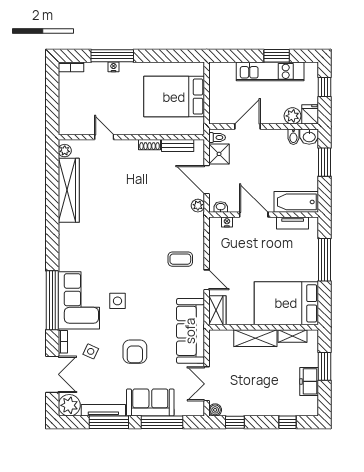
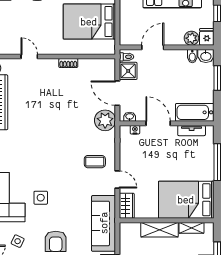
bench: (178, 146) -> (92, 64), removed
plant: (198, 206) -> (105, 120), width x1.87, depth x1.87

